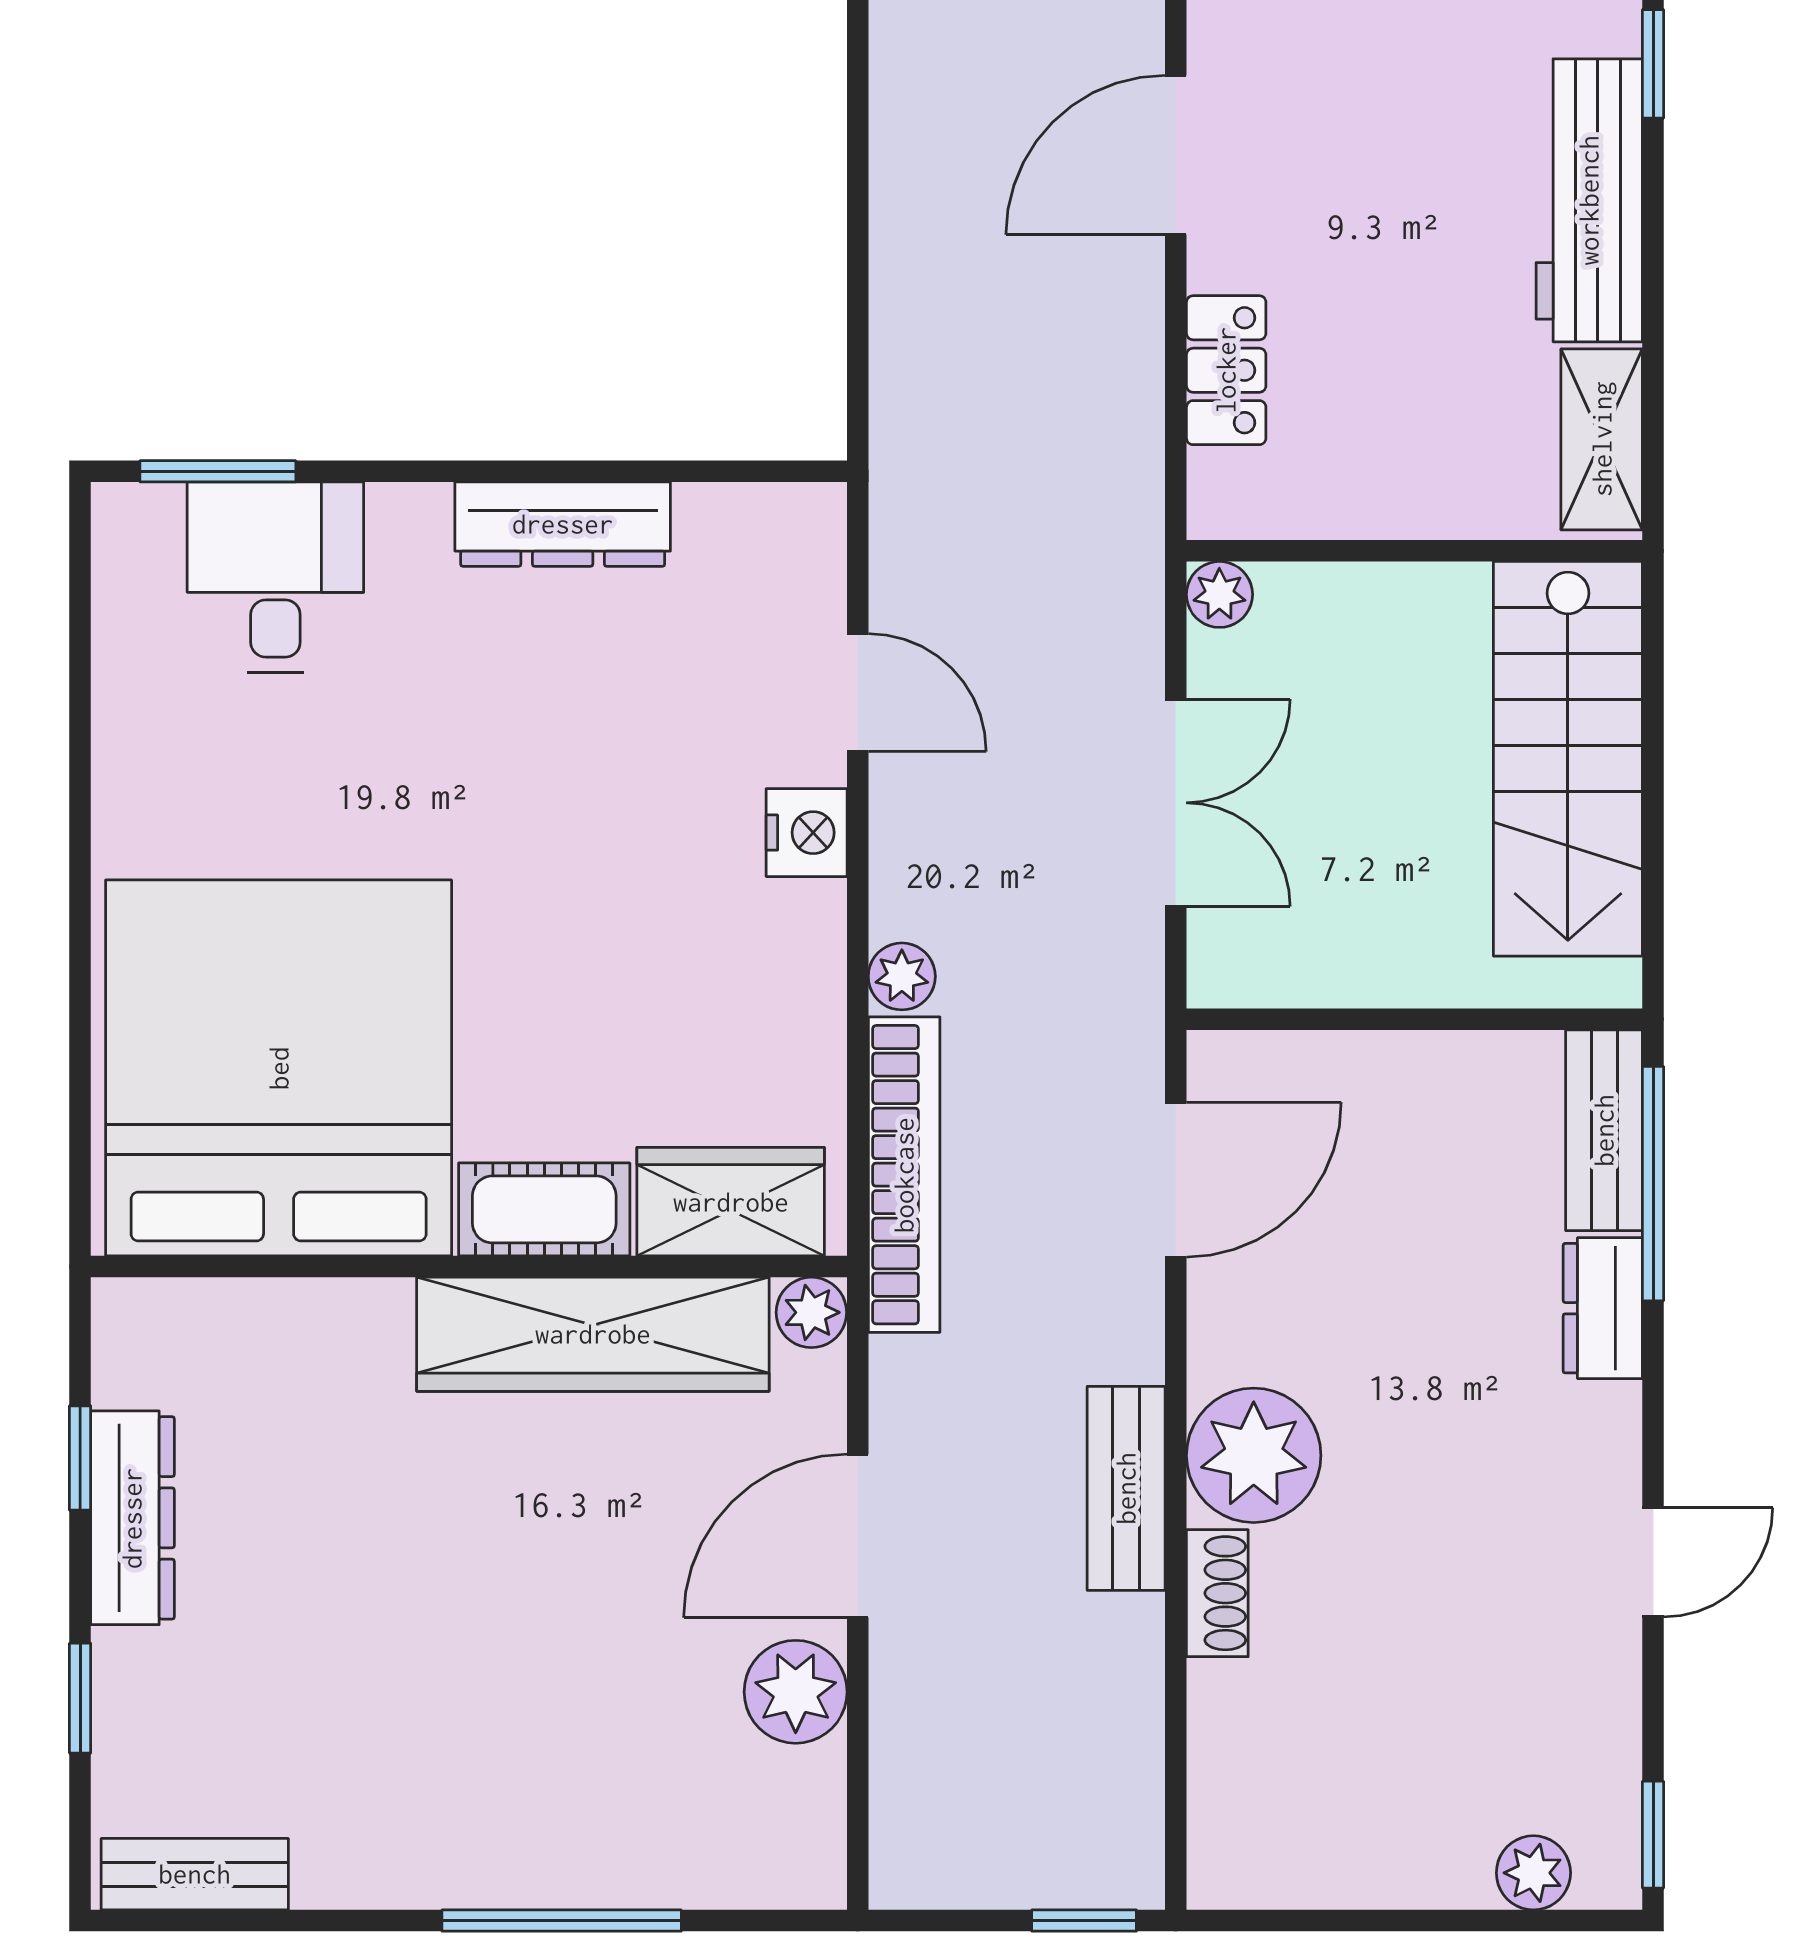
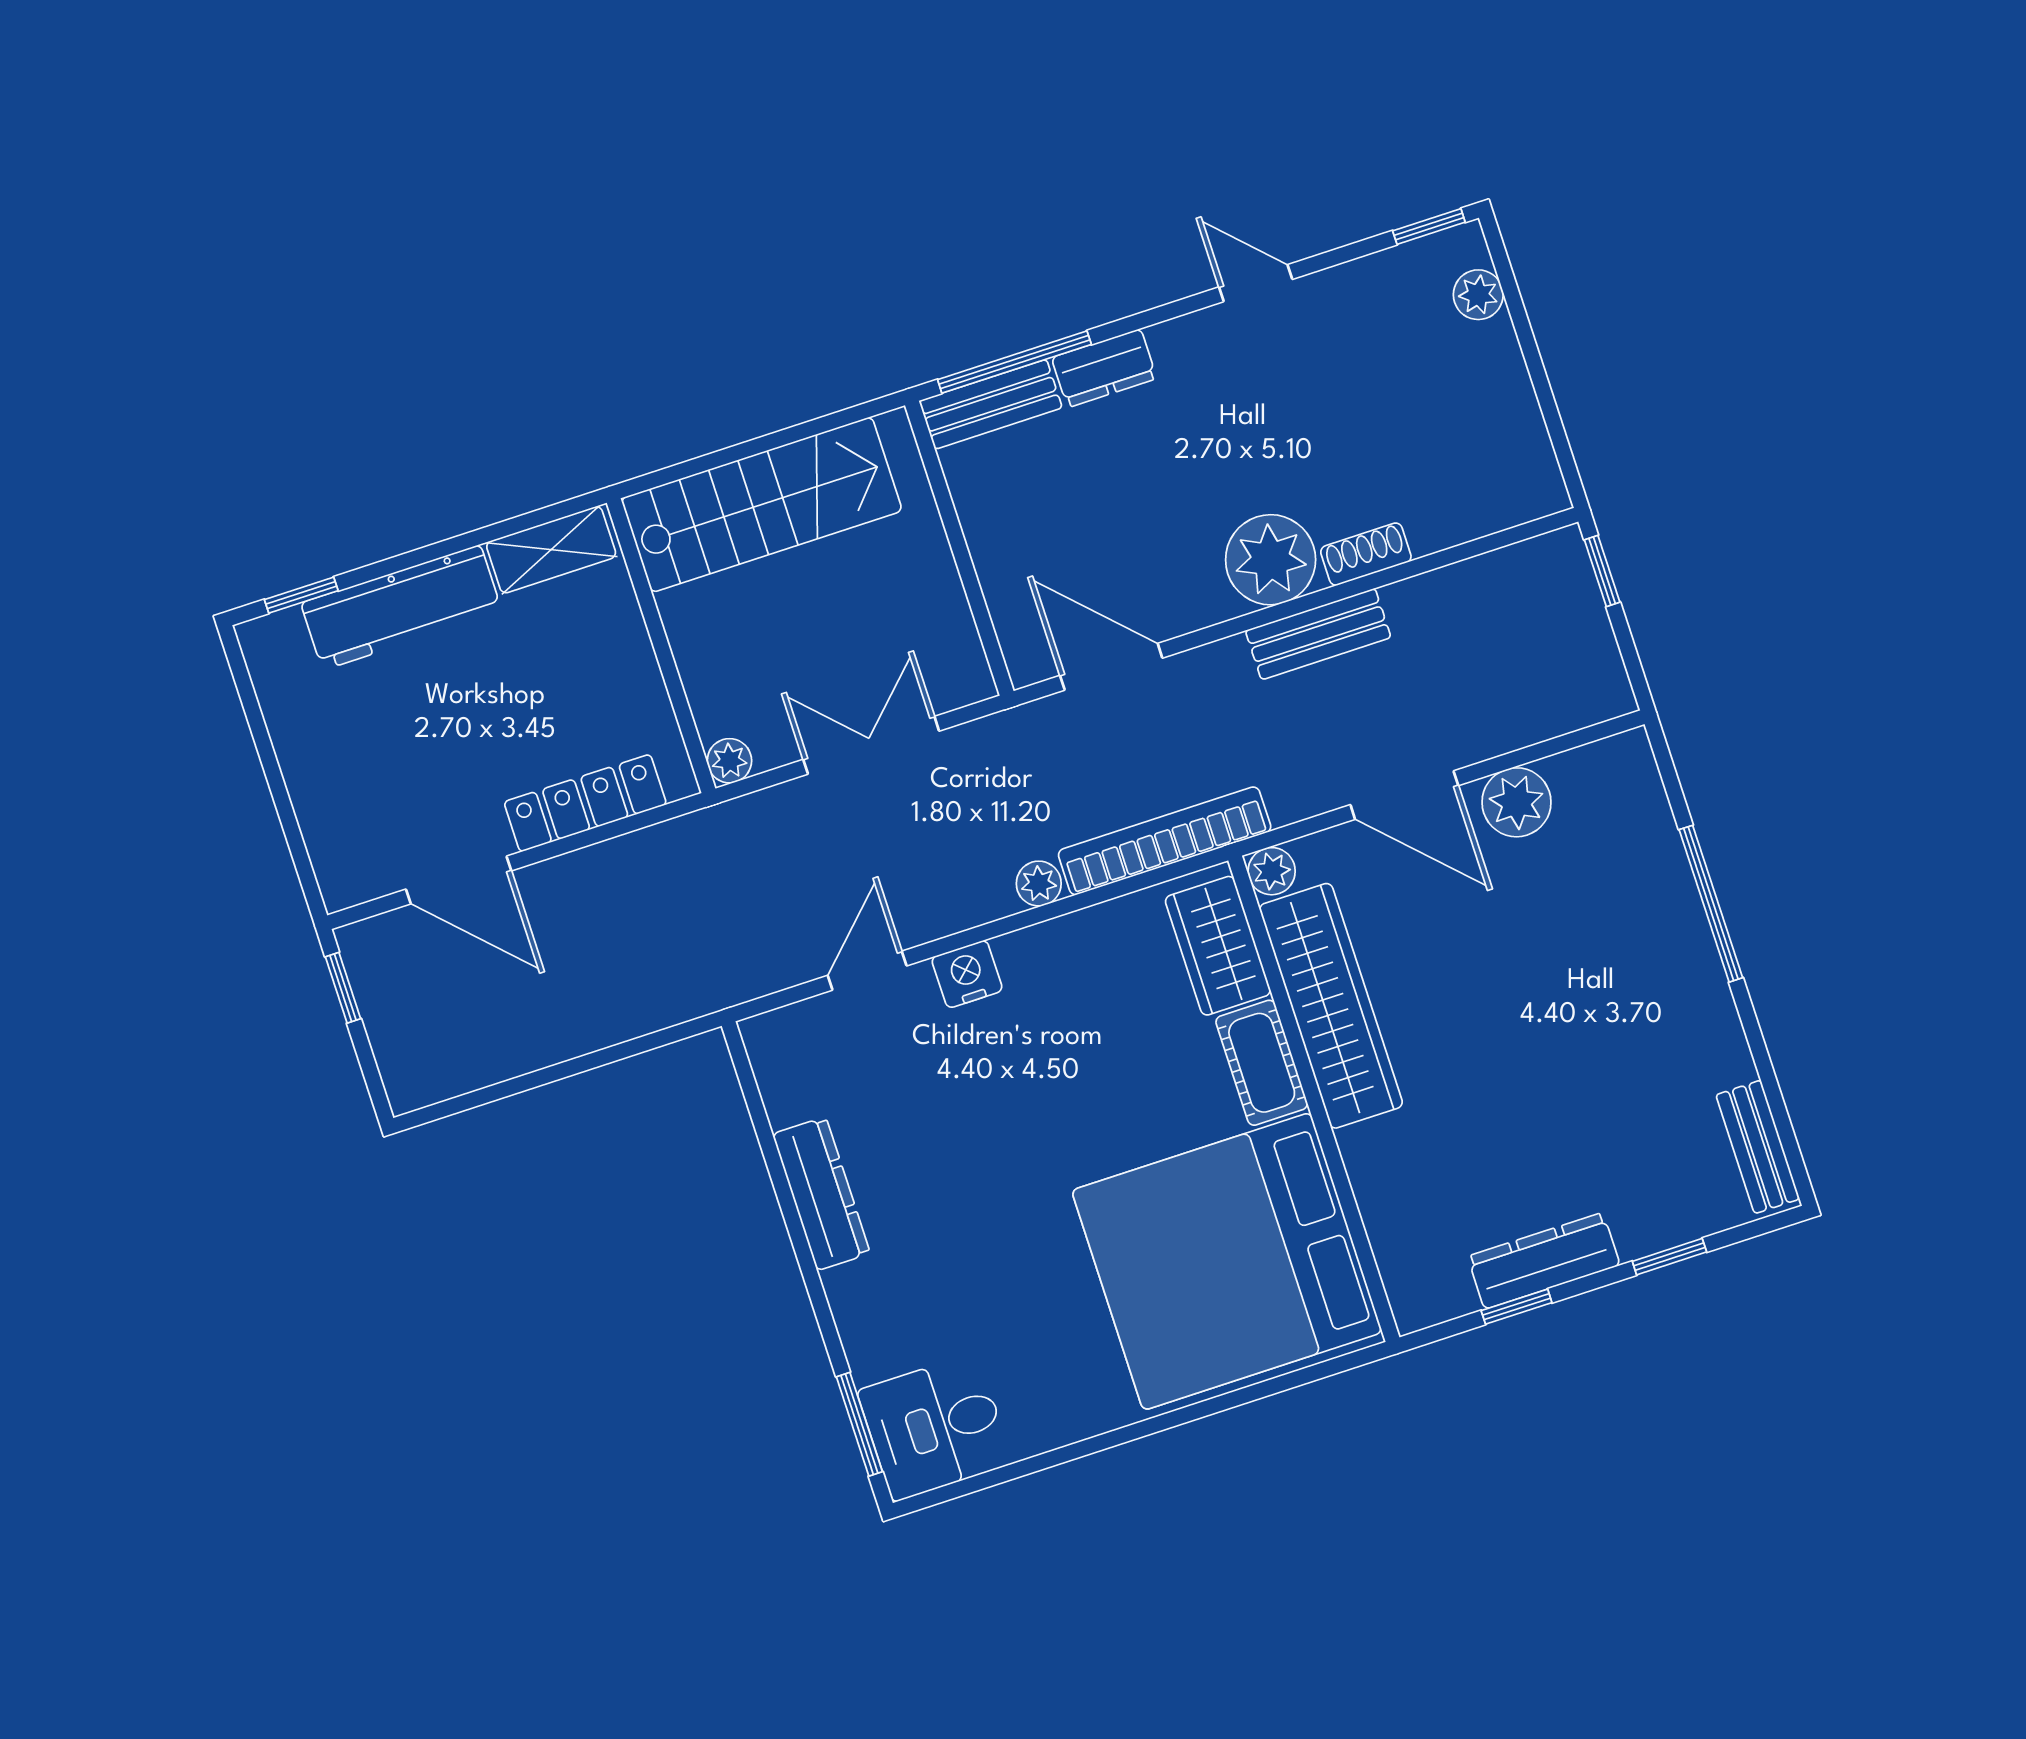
locker: (1226, 370) -> (585, 803), width x1.53
desk: (275, 577) -> (935, 1427), moved

